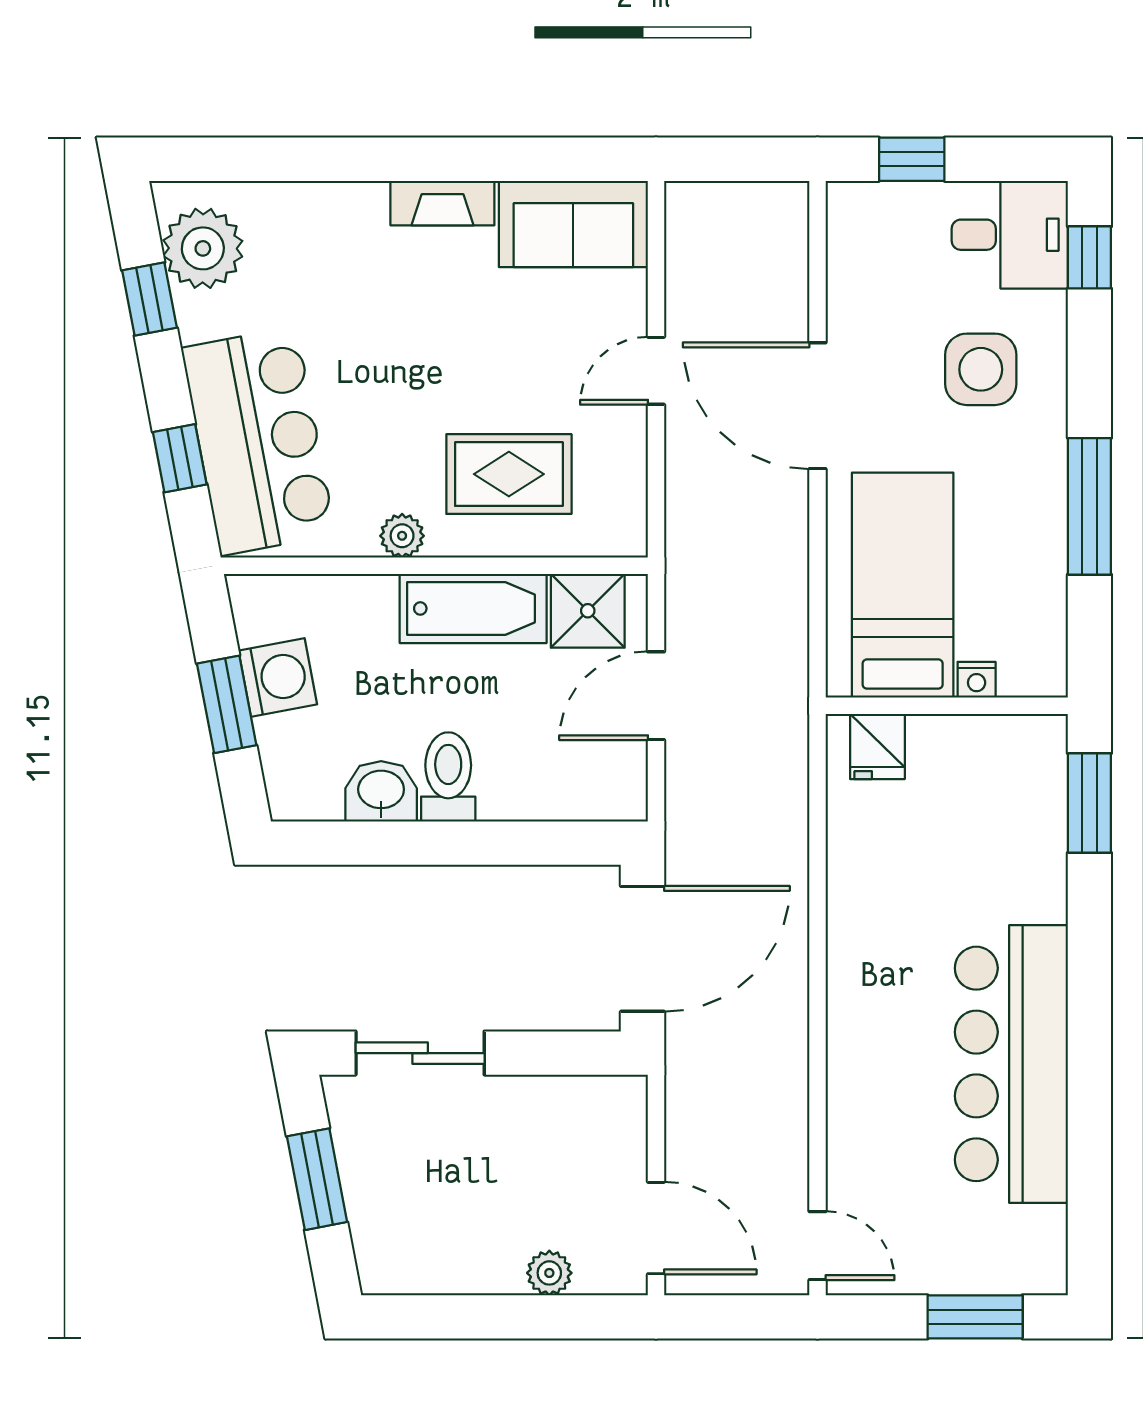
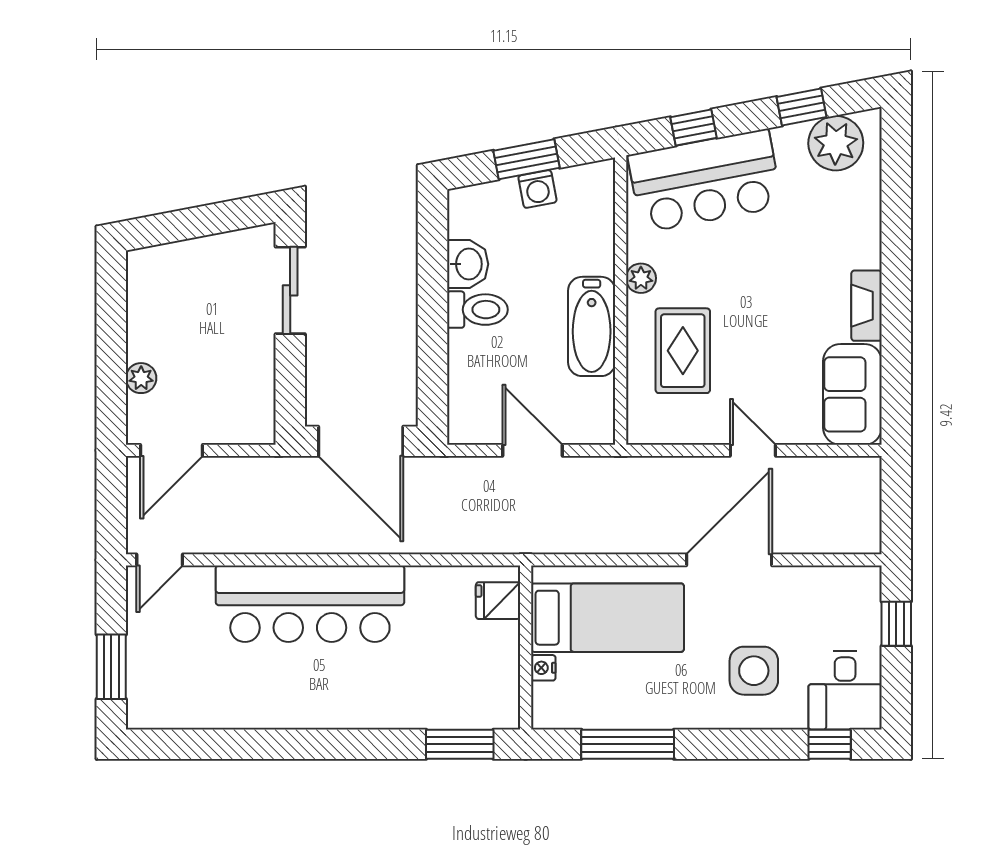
window: (1089, 506) -> (628, 744), moved
shower: (588, 611) -> (590, 404), removed
washing machine: (278, 678) -> (537, 189), width x0.73, depth x0.73
bar counter: (1011, 1064) -> (310, 604), moved, turned 180
window: (317, 1179) -> (205, 221), removed

